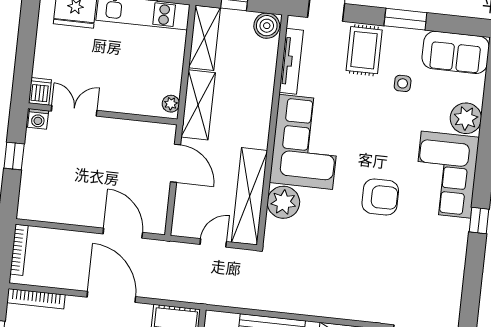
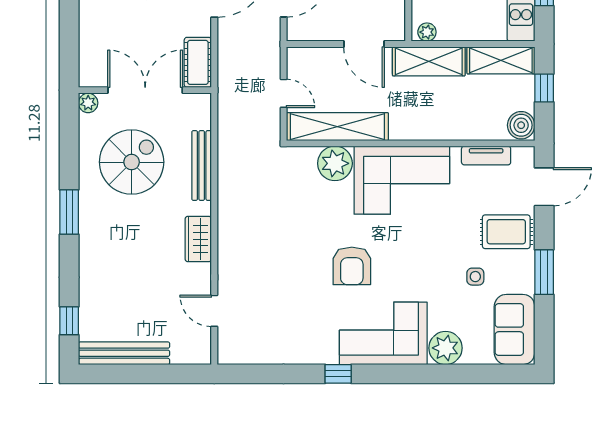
tv unit: (291, 61) -> (486, 155), width x0.71
door: (175, 163) -> (364, 44), hinge flipped

